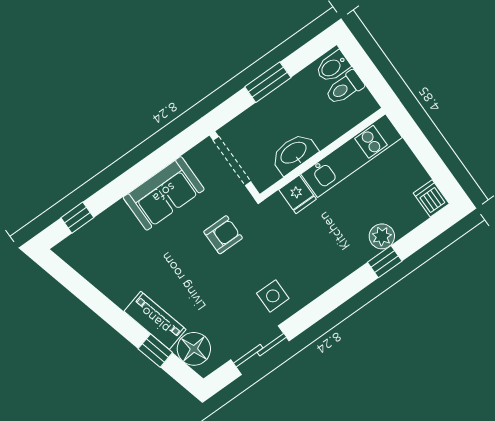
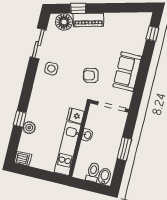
washbasin: (294, 153) -> (87, 135), width x0.52, depth x0.69
armchair: (223, 235) -> (91, 75), turned 78

